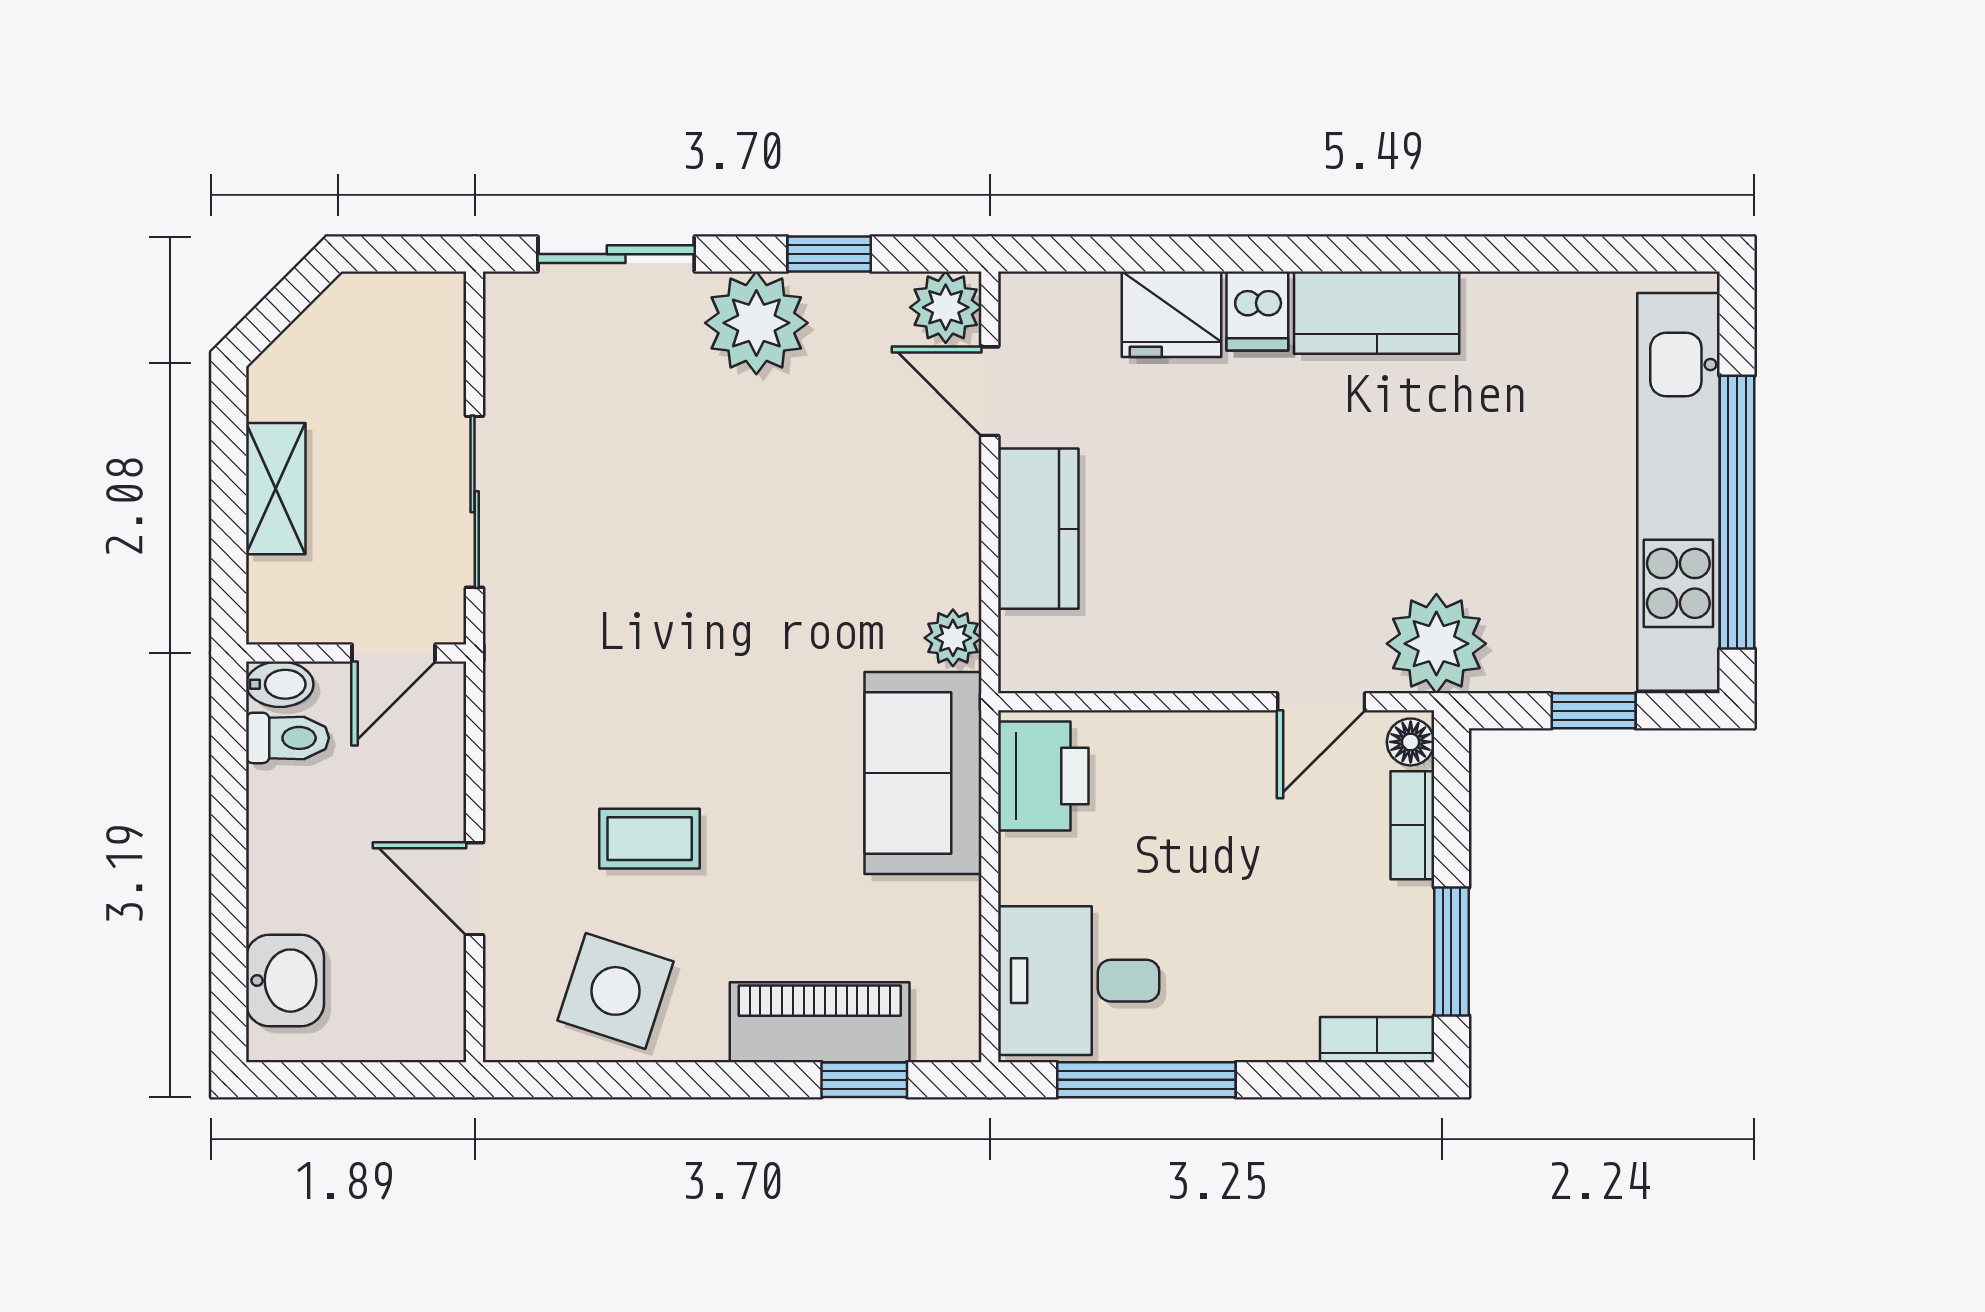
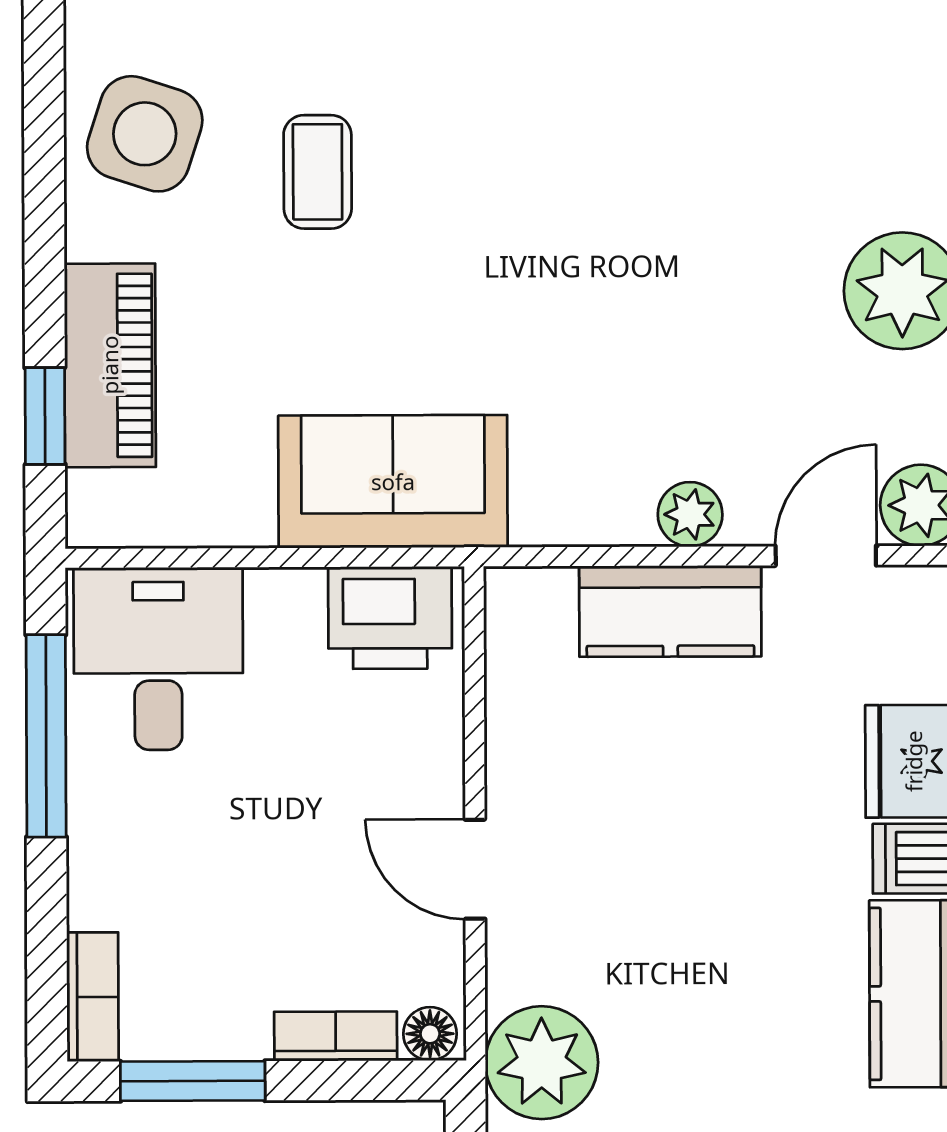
plant: (953, 638) -> (690, 514), moved
door: (1321, 702) -> (475, 869), moved

